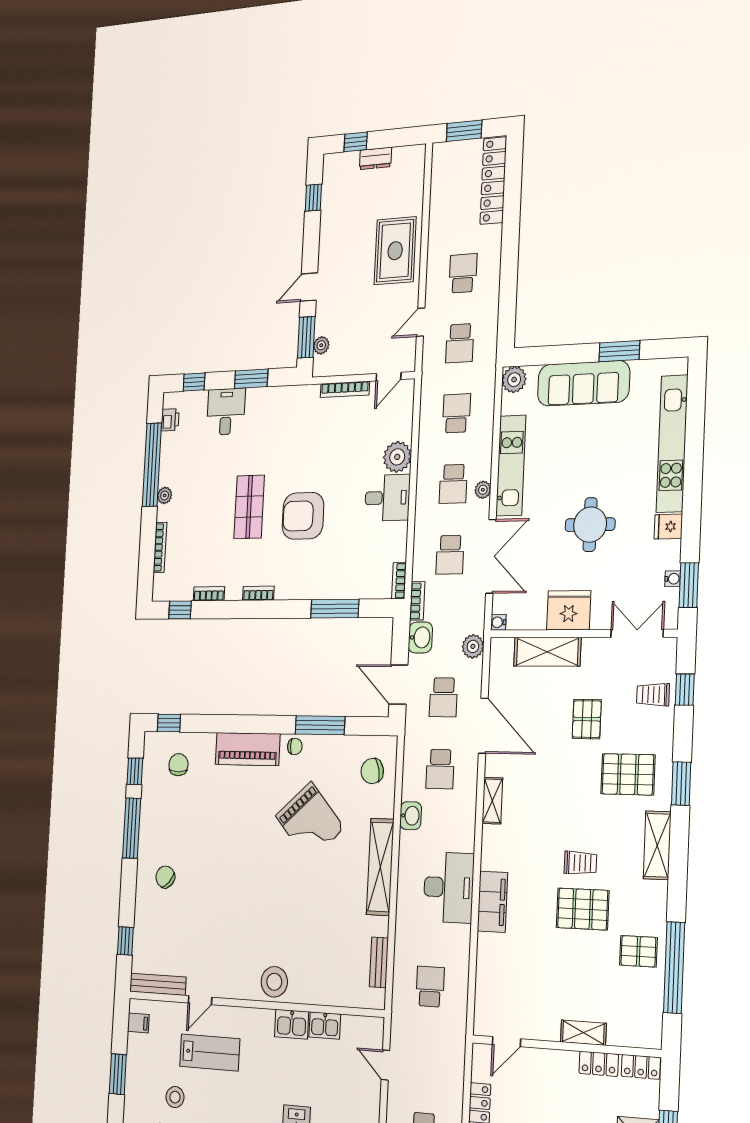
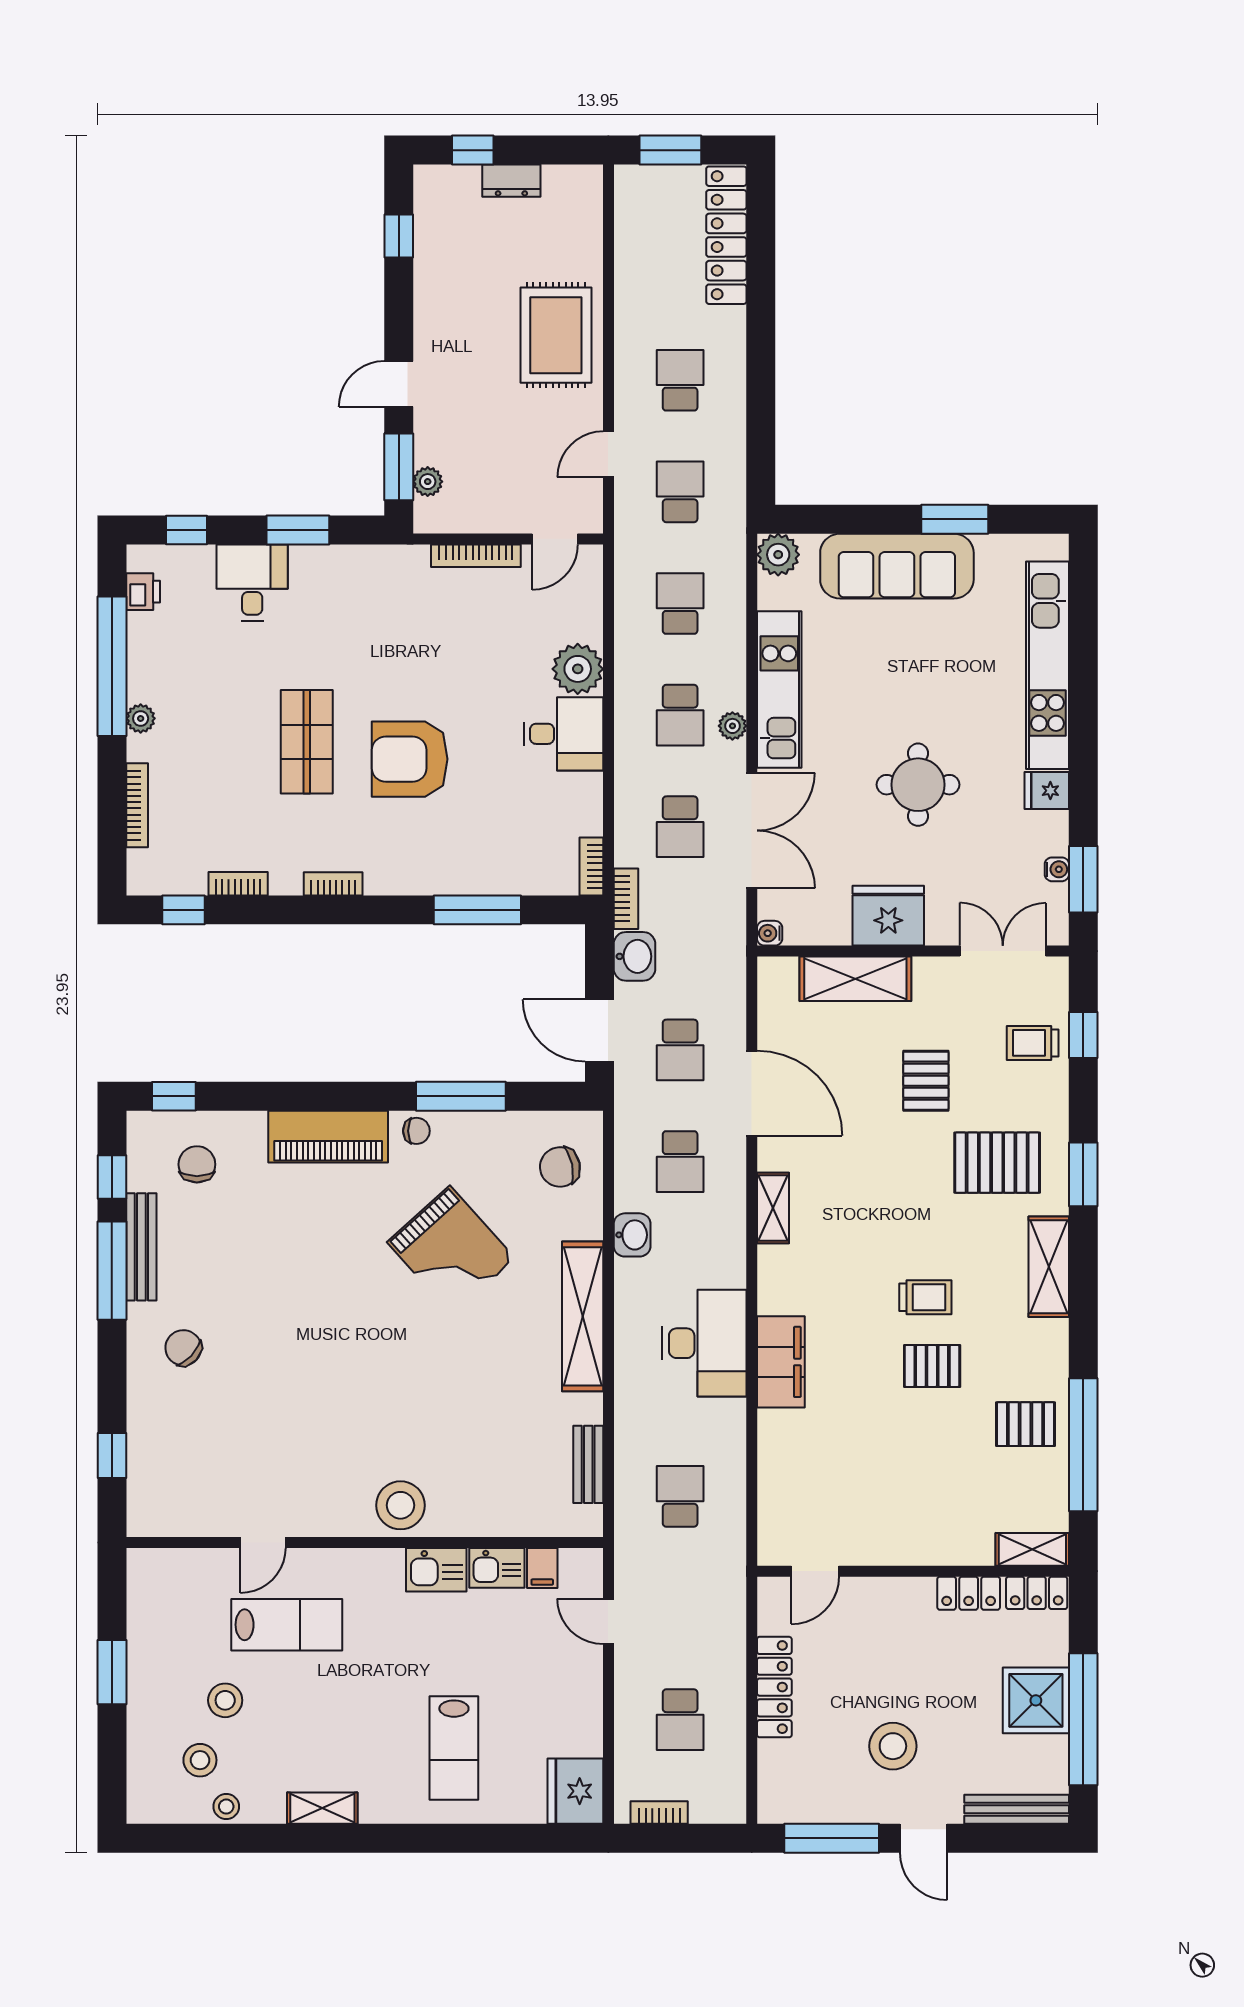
school desk: (460, 343) -> (680, 492), turned 180
plant: (473, 646) -> (727, 970), removed
pallet: (583, 909) -> (932, 1366), width x0.67, depth x0.71
bench: (158, 984) -> (141, 1247), moved, turned 90
filing cabinet: (138, 1023) -> (542, 1568), moved, turned 90
shelving: (583, 1033) -> (1032, 1549), moved

